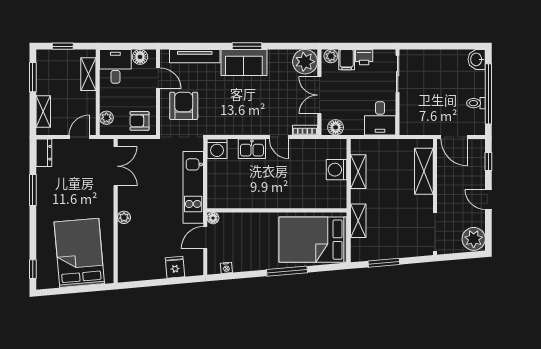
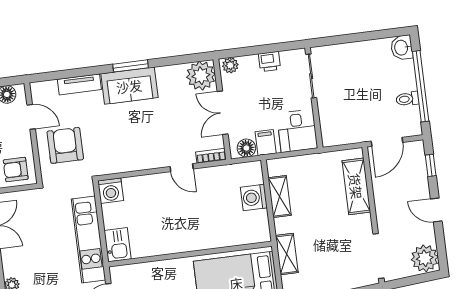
tv unit: (195, 56) -> (79, 84), width x0.71
filing cabinet: (347, 60) -> (266, 143), moved, turned 180
door: (454, 137) -> (387, 142), hinge flipped
kitchen sink: (252, 149) -> (118, 245), moved, turned -90
floor lamp: (213, 218) -> (116, 272), removed

